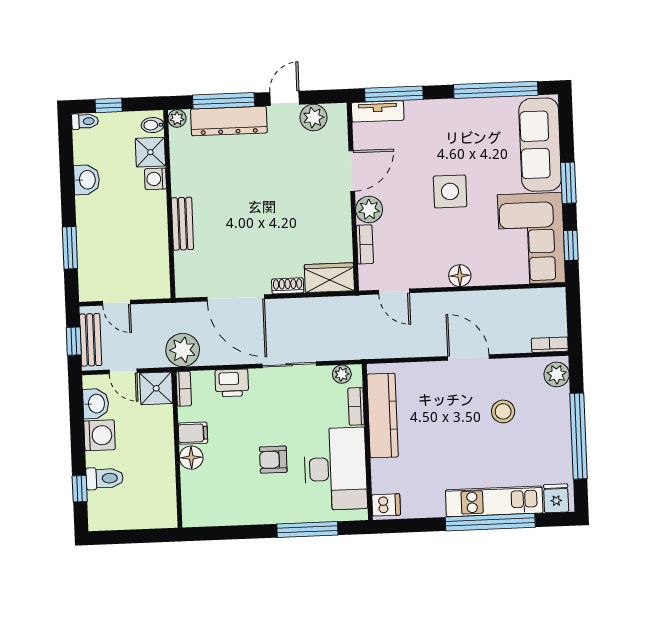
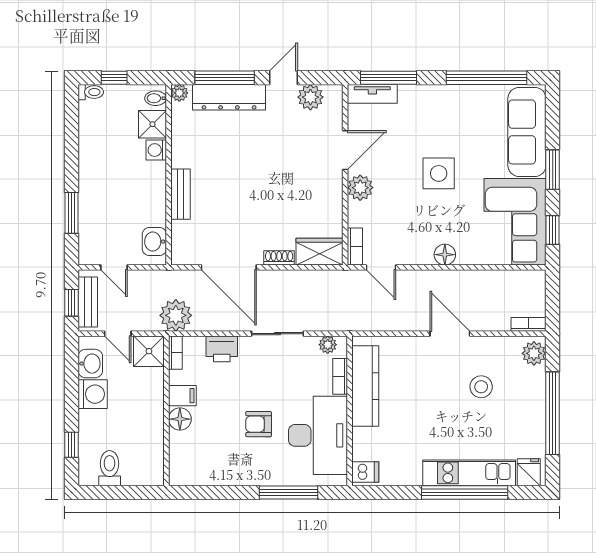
washbasin: (87, 180) -> (154, 242), moved, turned 180
bookcase: (365, 244) -> (355, 246), moved
toilet: (105, 478) -> (110, 468), moved, turned -90

